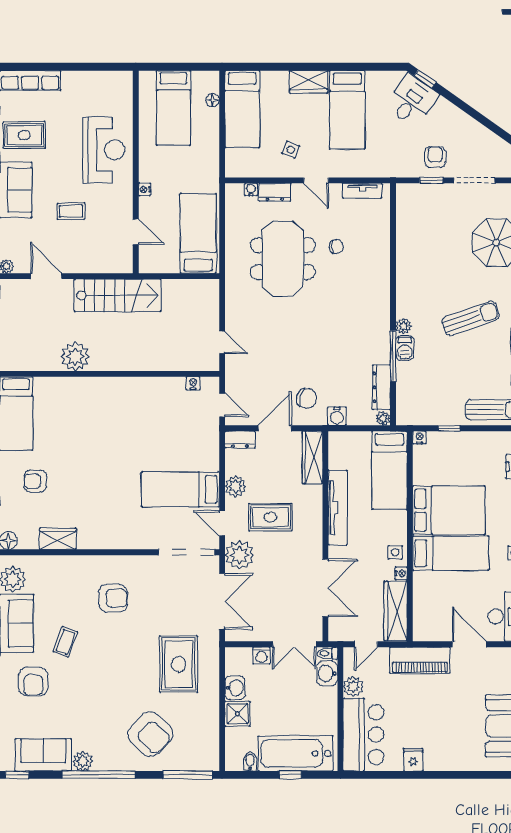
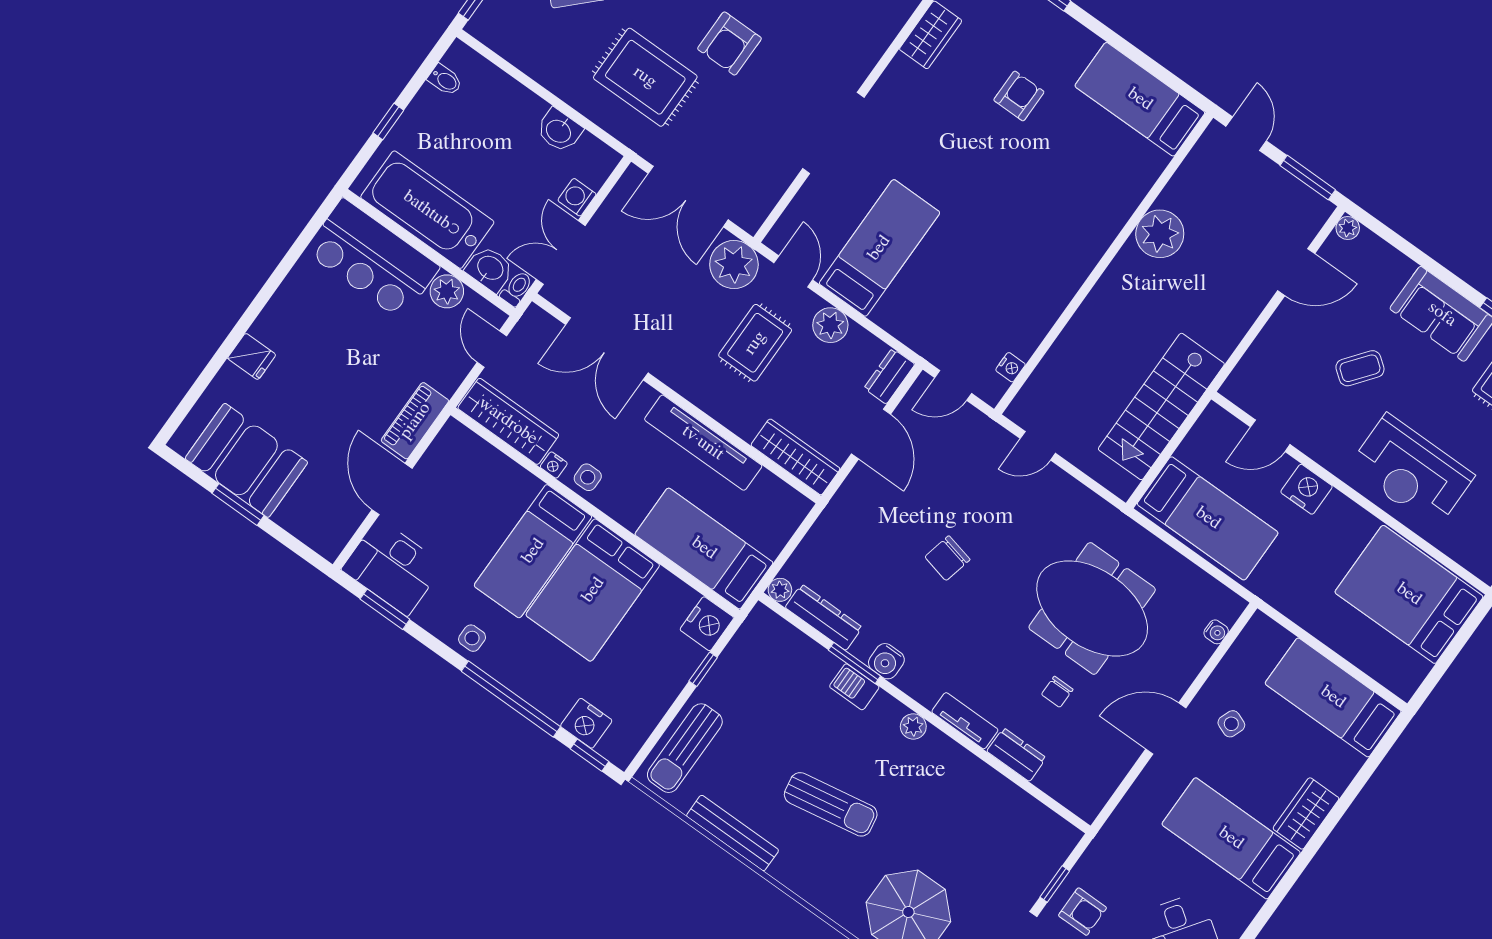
floor lamp: (213, 100) -> (1374, 666), removed
bed: (173, 108) -> (1409, 594), width x1.50
door: (316, 180) -> (1166, 729), width x1.38
nightstand: (145, 189) -> (1306, 489), width x1.89, depth x1.79
tv unit: (362, 191) -> (965, 721), moved, turned 90
dresser: (275, 192) -> (1016, 755), moved, turned 90
coffee table: (71, 211) -> (1360, 368), turned 38
stairs: (118, 295) -> (1161, 406), moved
sun lounger: (471, 318) -> (831, 804), turned -81
plant: (404, 326) -> (913, 726), moved
window: (393, 356) -> (854, 663), width x0.69
chair: (307, 398) -> (947, 558), moved
water cooler: (337, 416) -> (886, 661), moved, turned -90
nightstand: (419, 437) -> (707, 624), width x1.89, depth x1.79
armchair: (35, 481) -> (1019, 96), moved
door: (222, 523) -> (793, 271), hinge flipped
doorway: (186, 552) -> (833, 133), moved
armchair: (113, 598) -> (729, 44), moved
door: (470, 644) -> (392, 489), swing flipped
piano: (420, 660) -> (415, 421), width x0.73, depth x0.75
shower: (237, 714) -> (522, 109), removed
bathtub: (295, 753) -> (427, 210), moved, turned -90
fridge: (413, 760) -> (252, 356), moved

